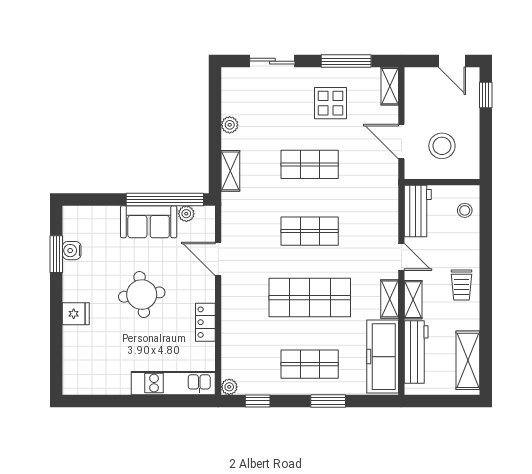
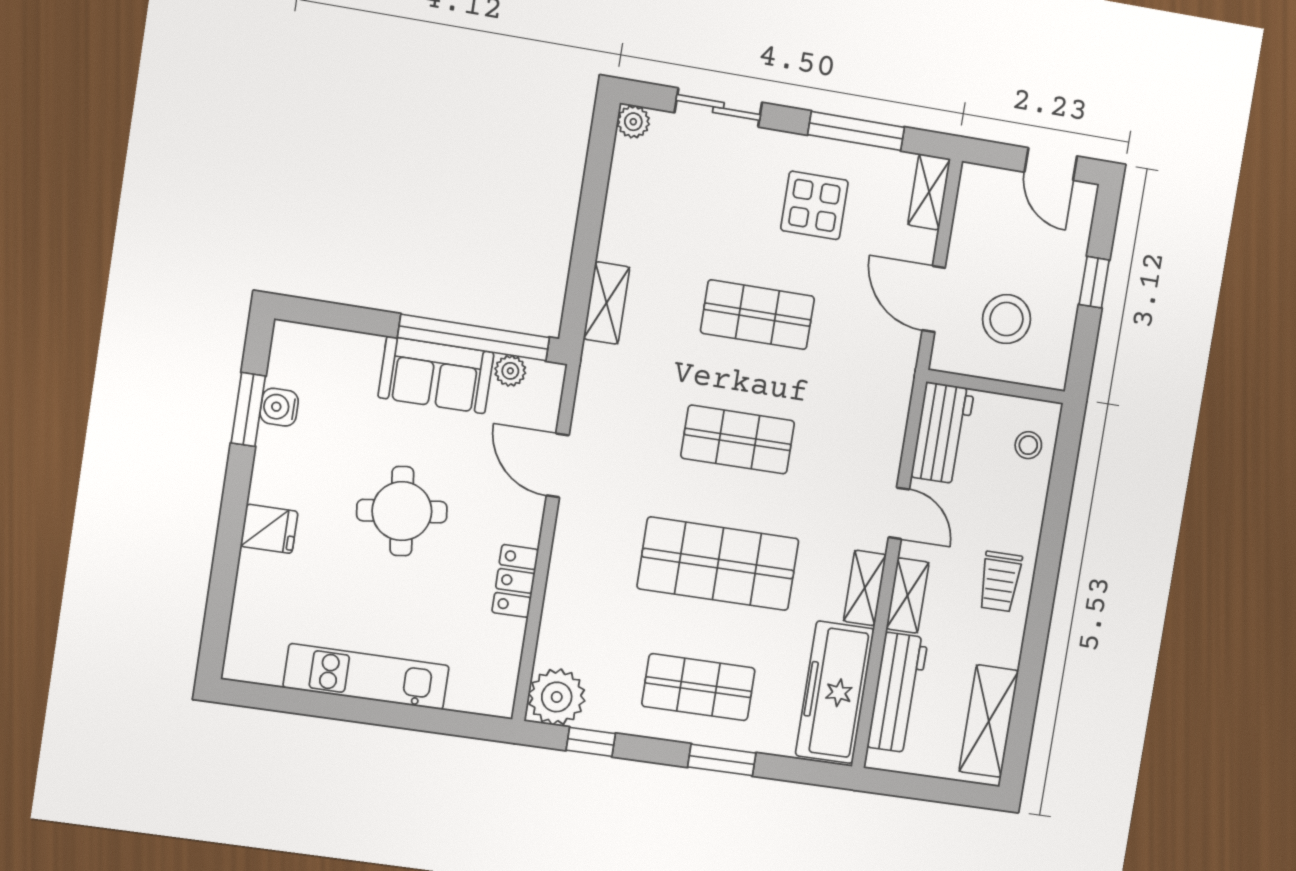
window: (486, 95) -> (1094, 282), moved
plant: (230, 125) -> (633, 122), moved
kitchen unit: (173, 383) -> (366, 677), moved
plant: (229, 387) -> (557, 697), width x1.88, depth x1.88

